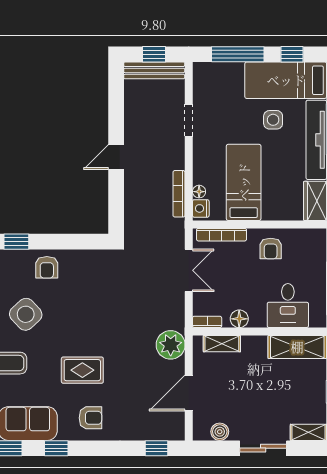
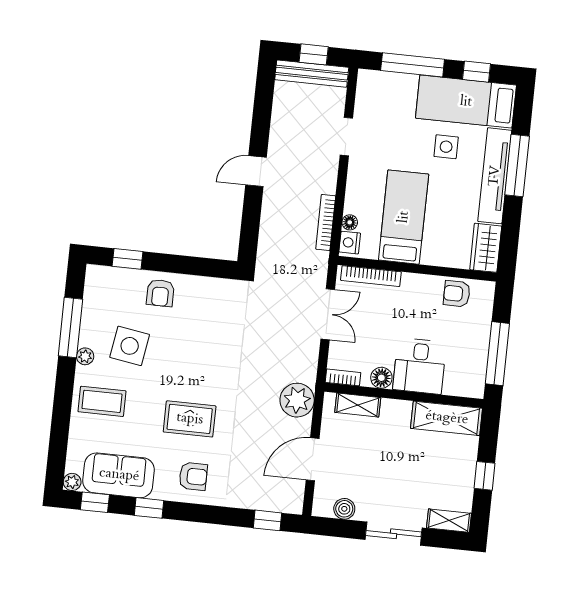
armchair: (271, 248) -> (457, 294), moved, turned 90
desk: (288, 306) -> (420, 366), moved
side table: (26, 314) -> (130, 346), turned -38

